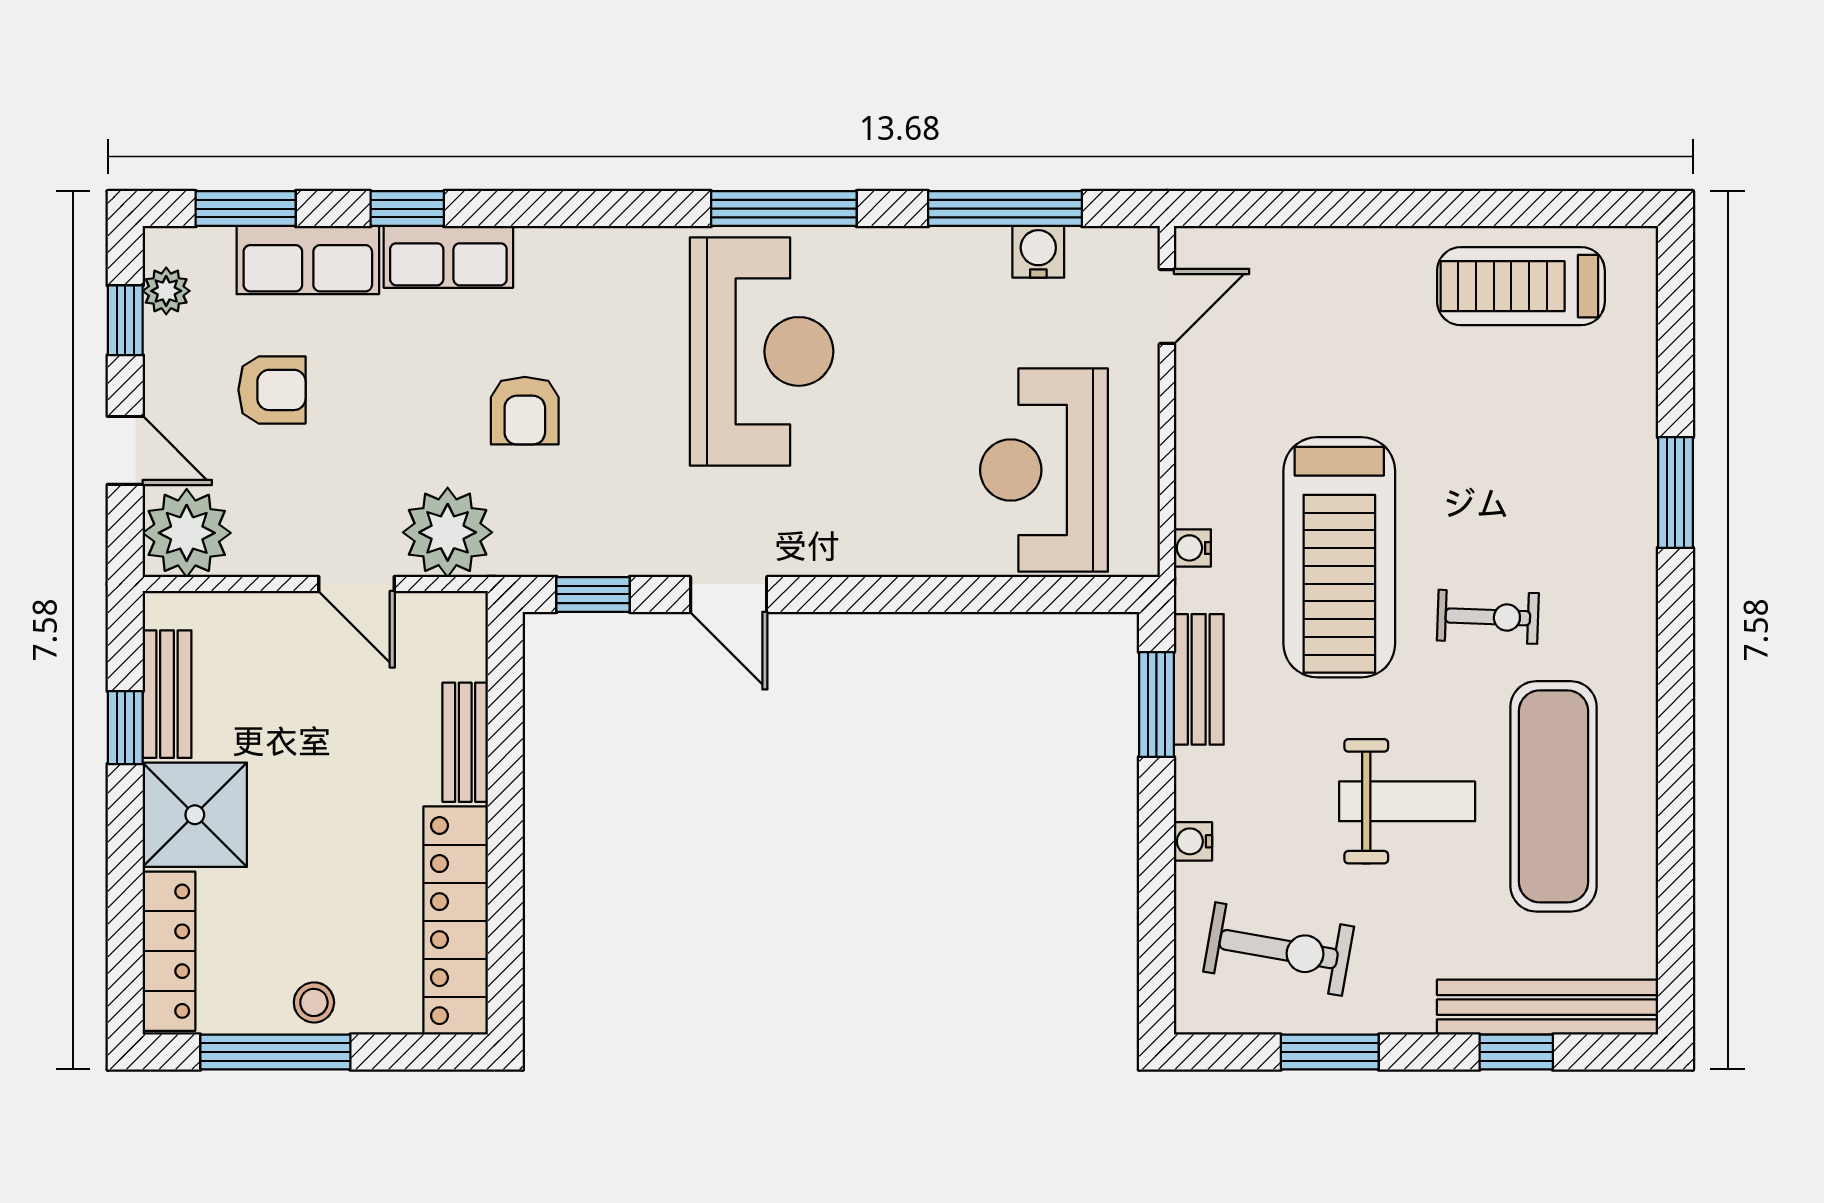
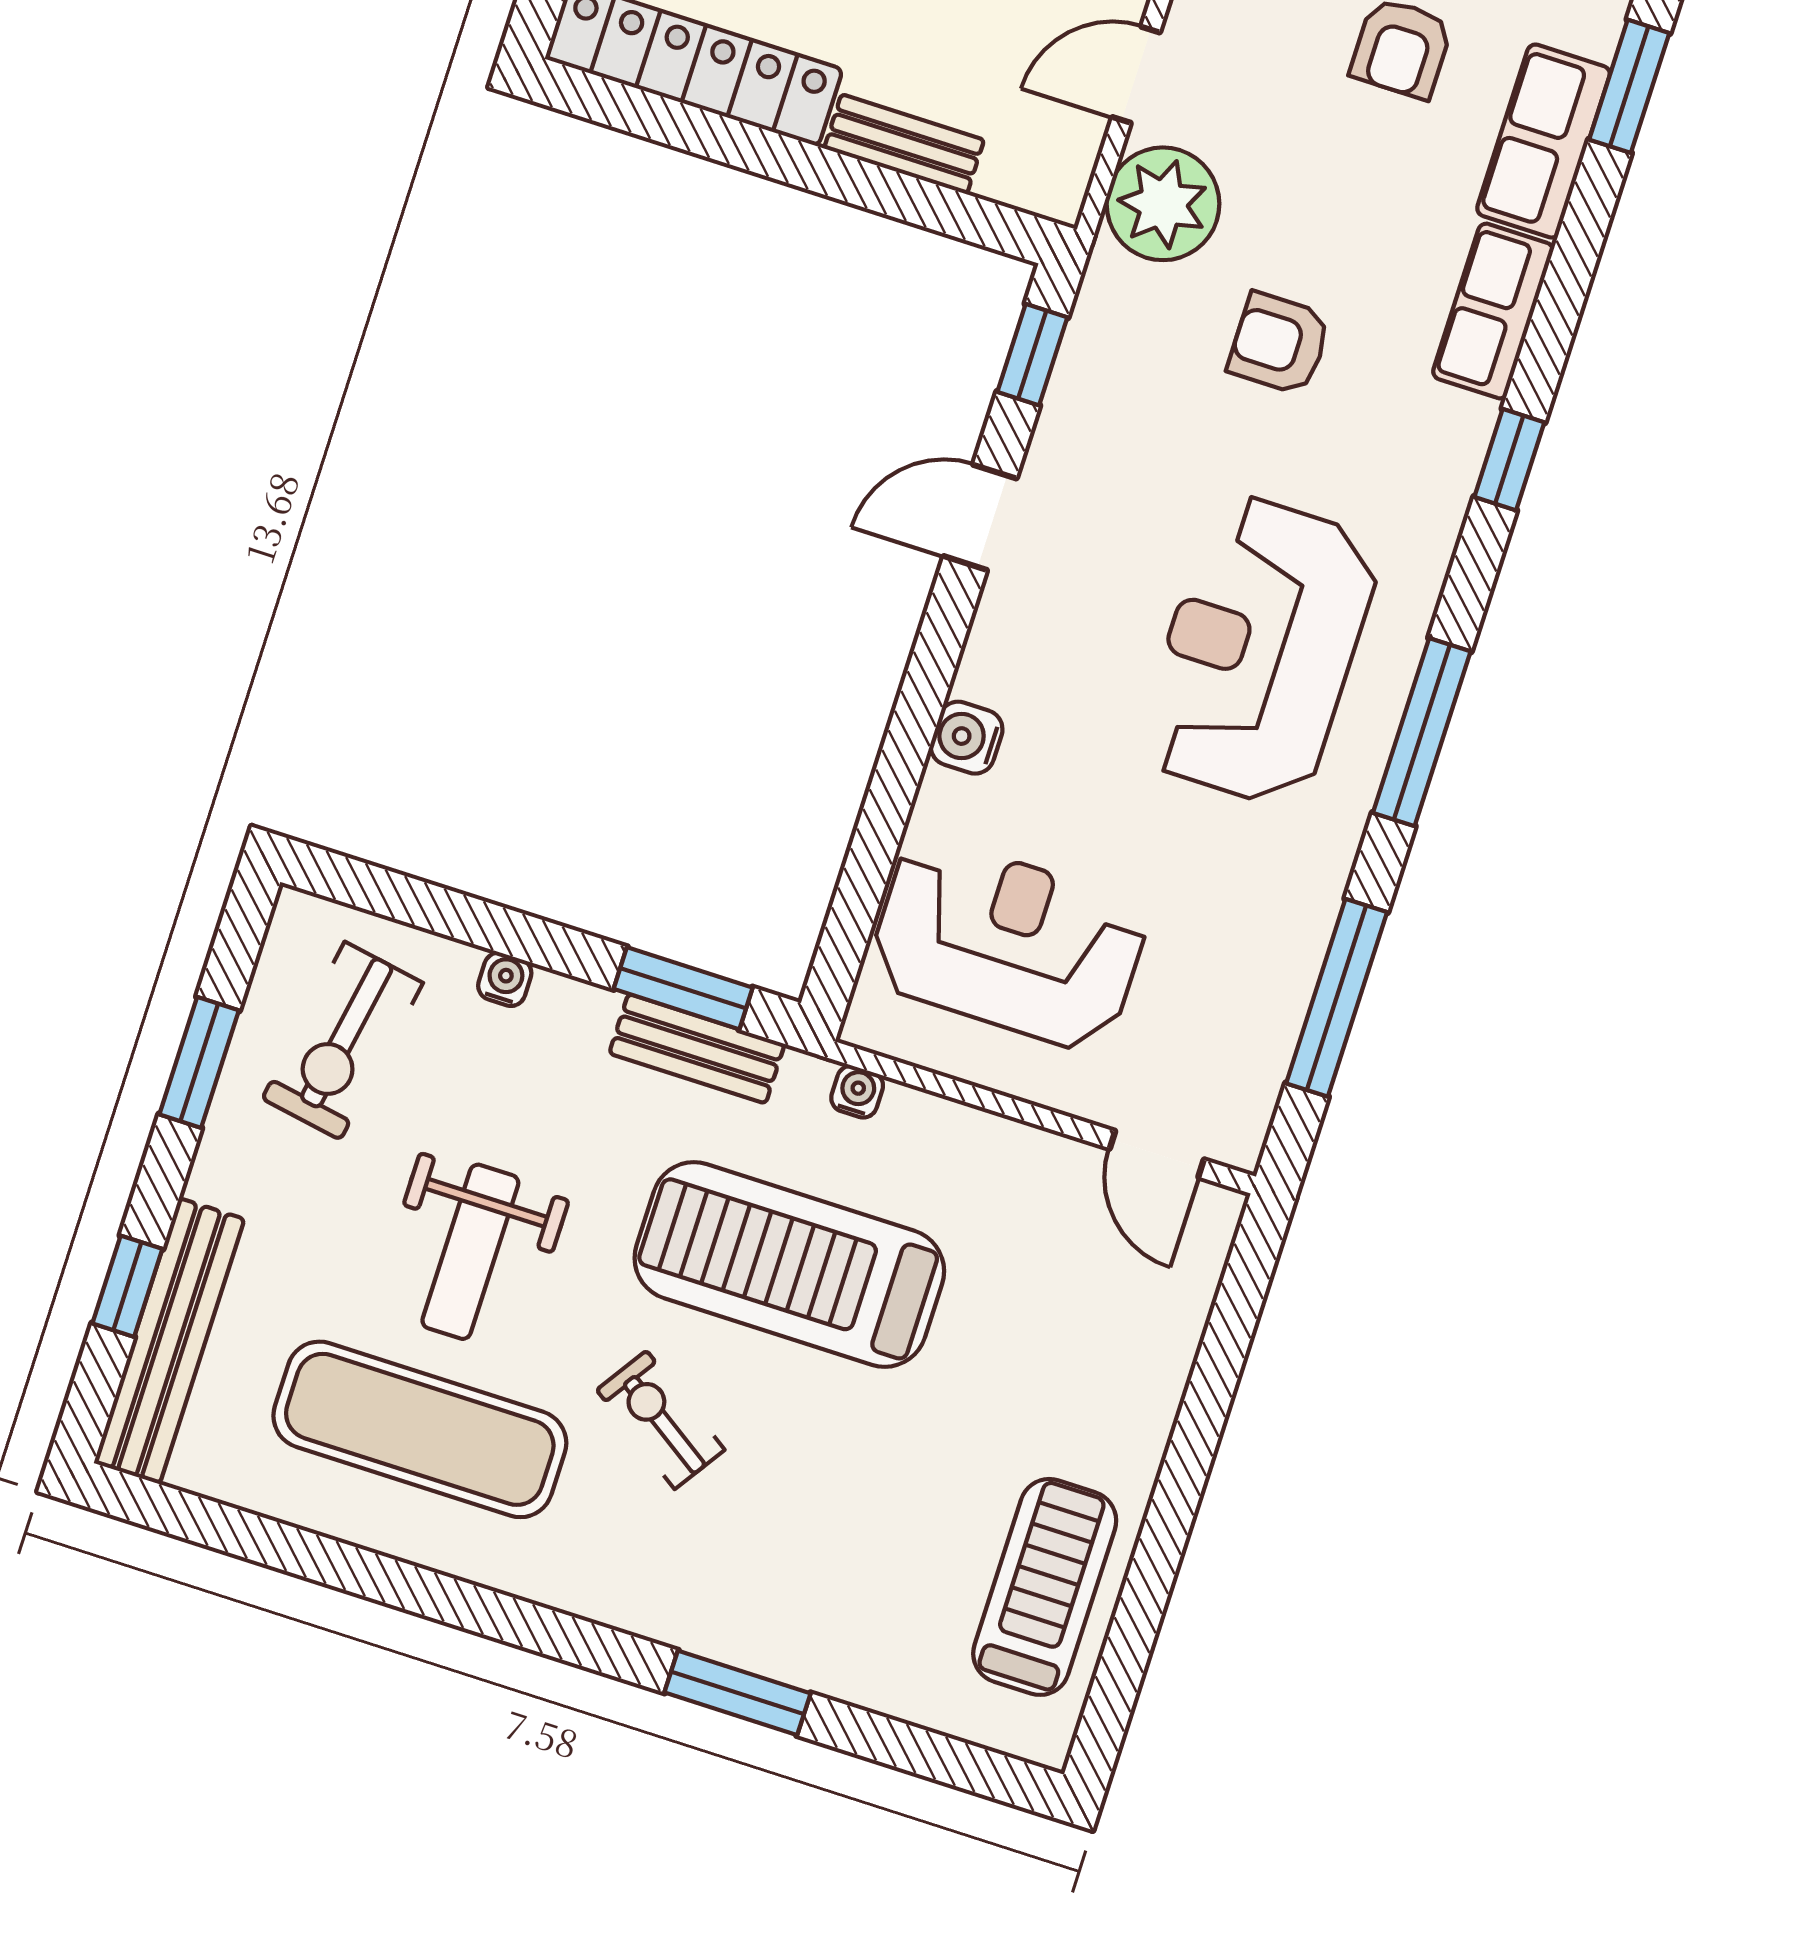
window: (407, 209) -> (1509, 460), moved
water cooler: (1038, 252) -> (967, 738), moved, turned 180
reception desk: (762, 351) -> (1259, 650), turned 90
exercise bike: (1488, 617) -> (661, 1420), turned 122

